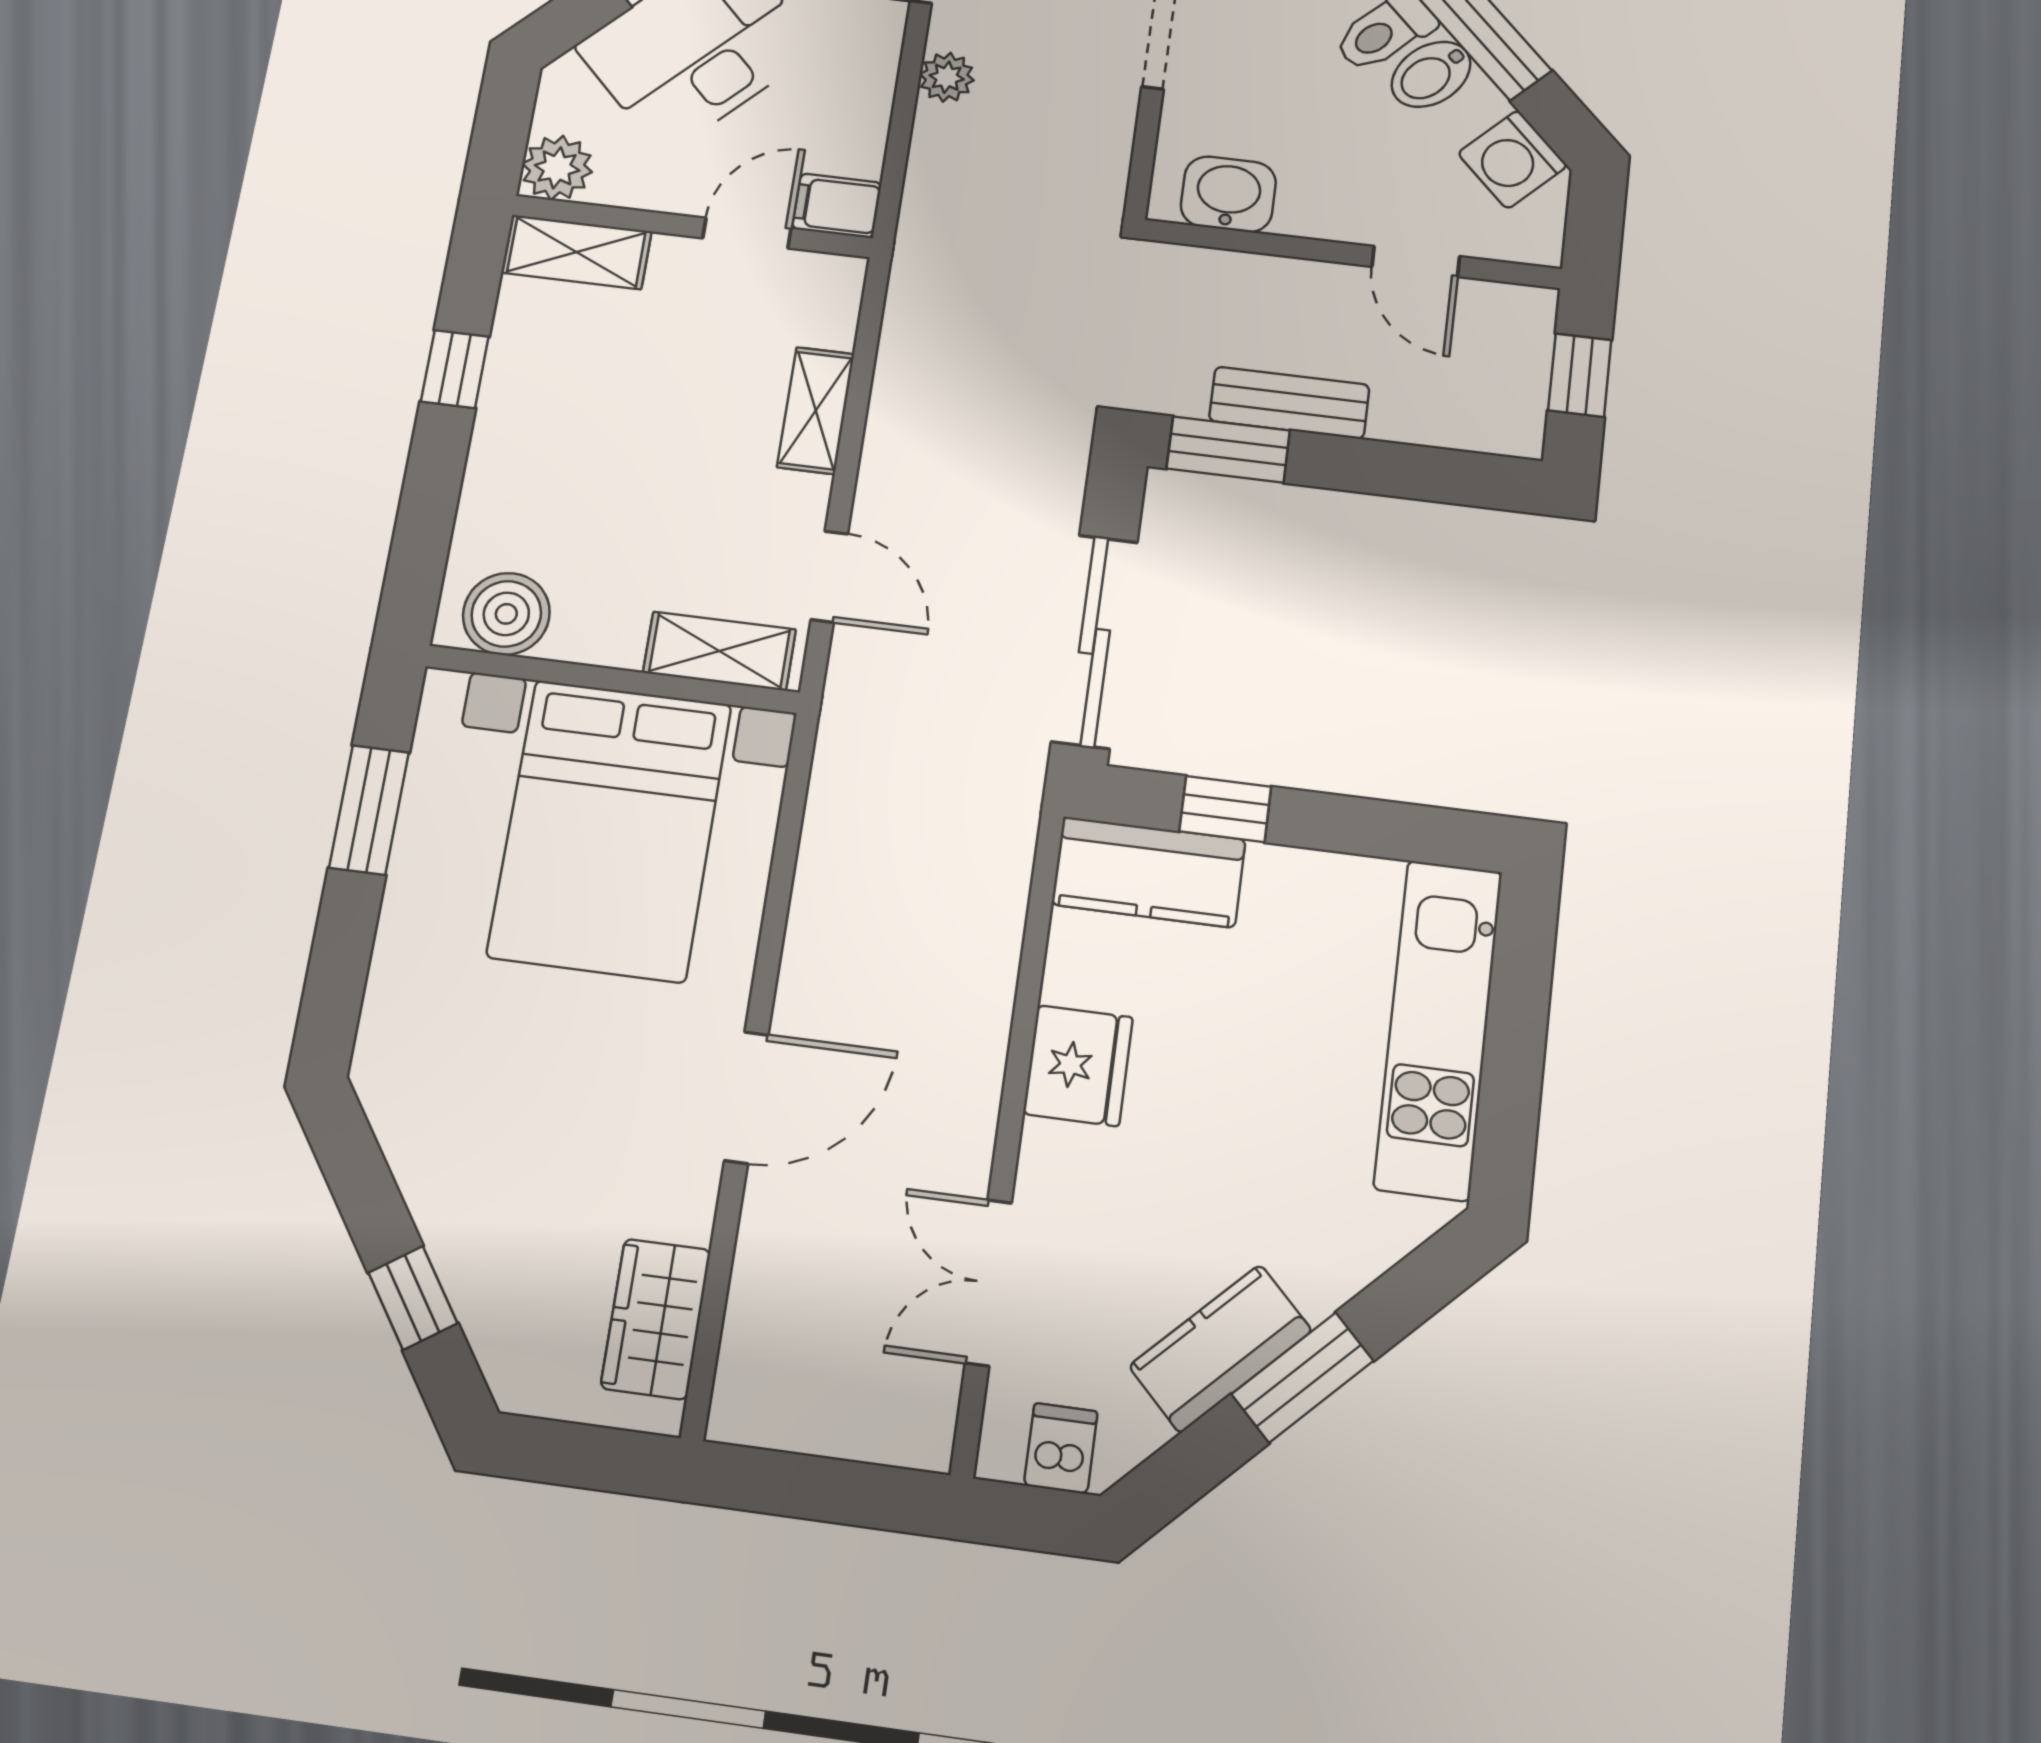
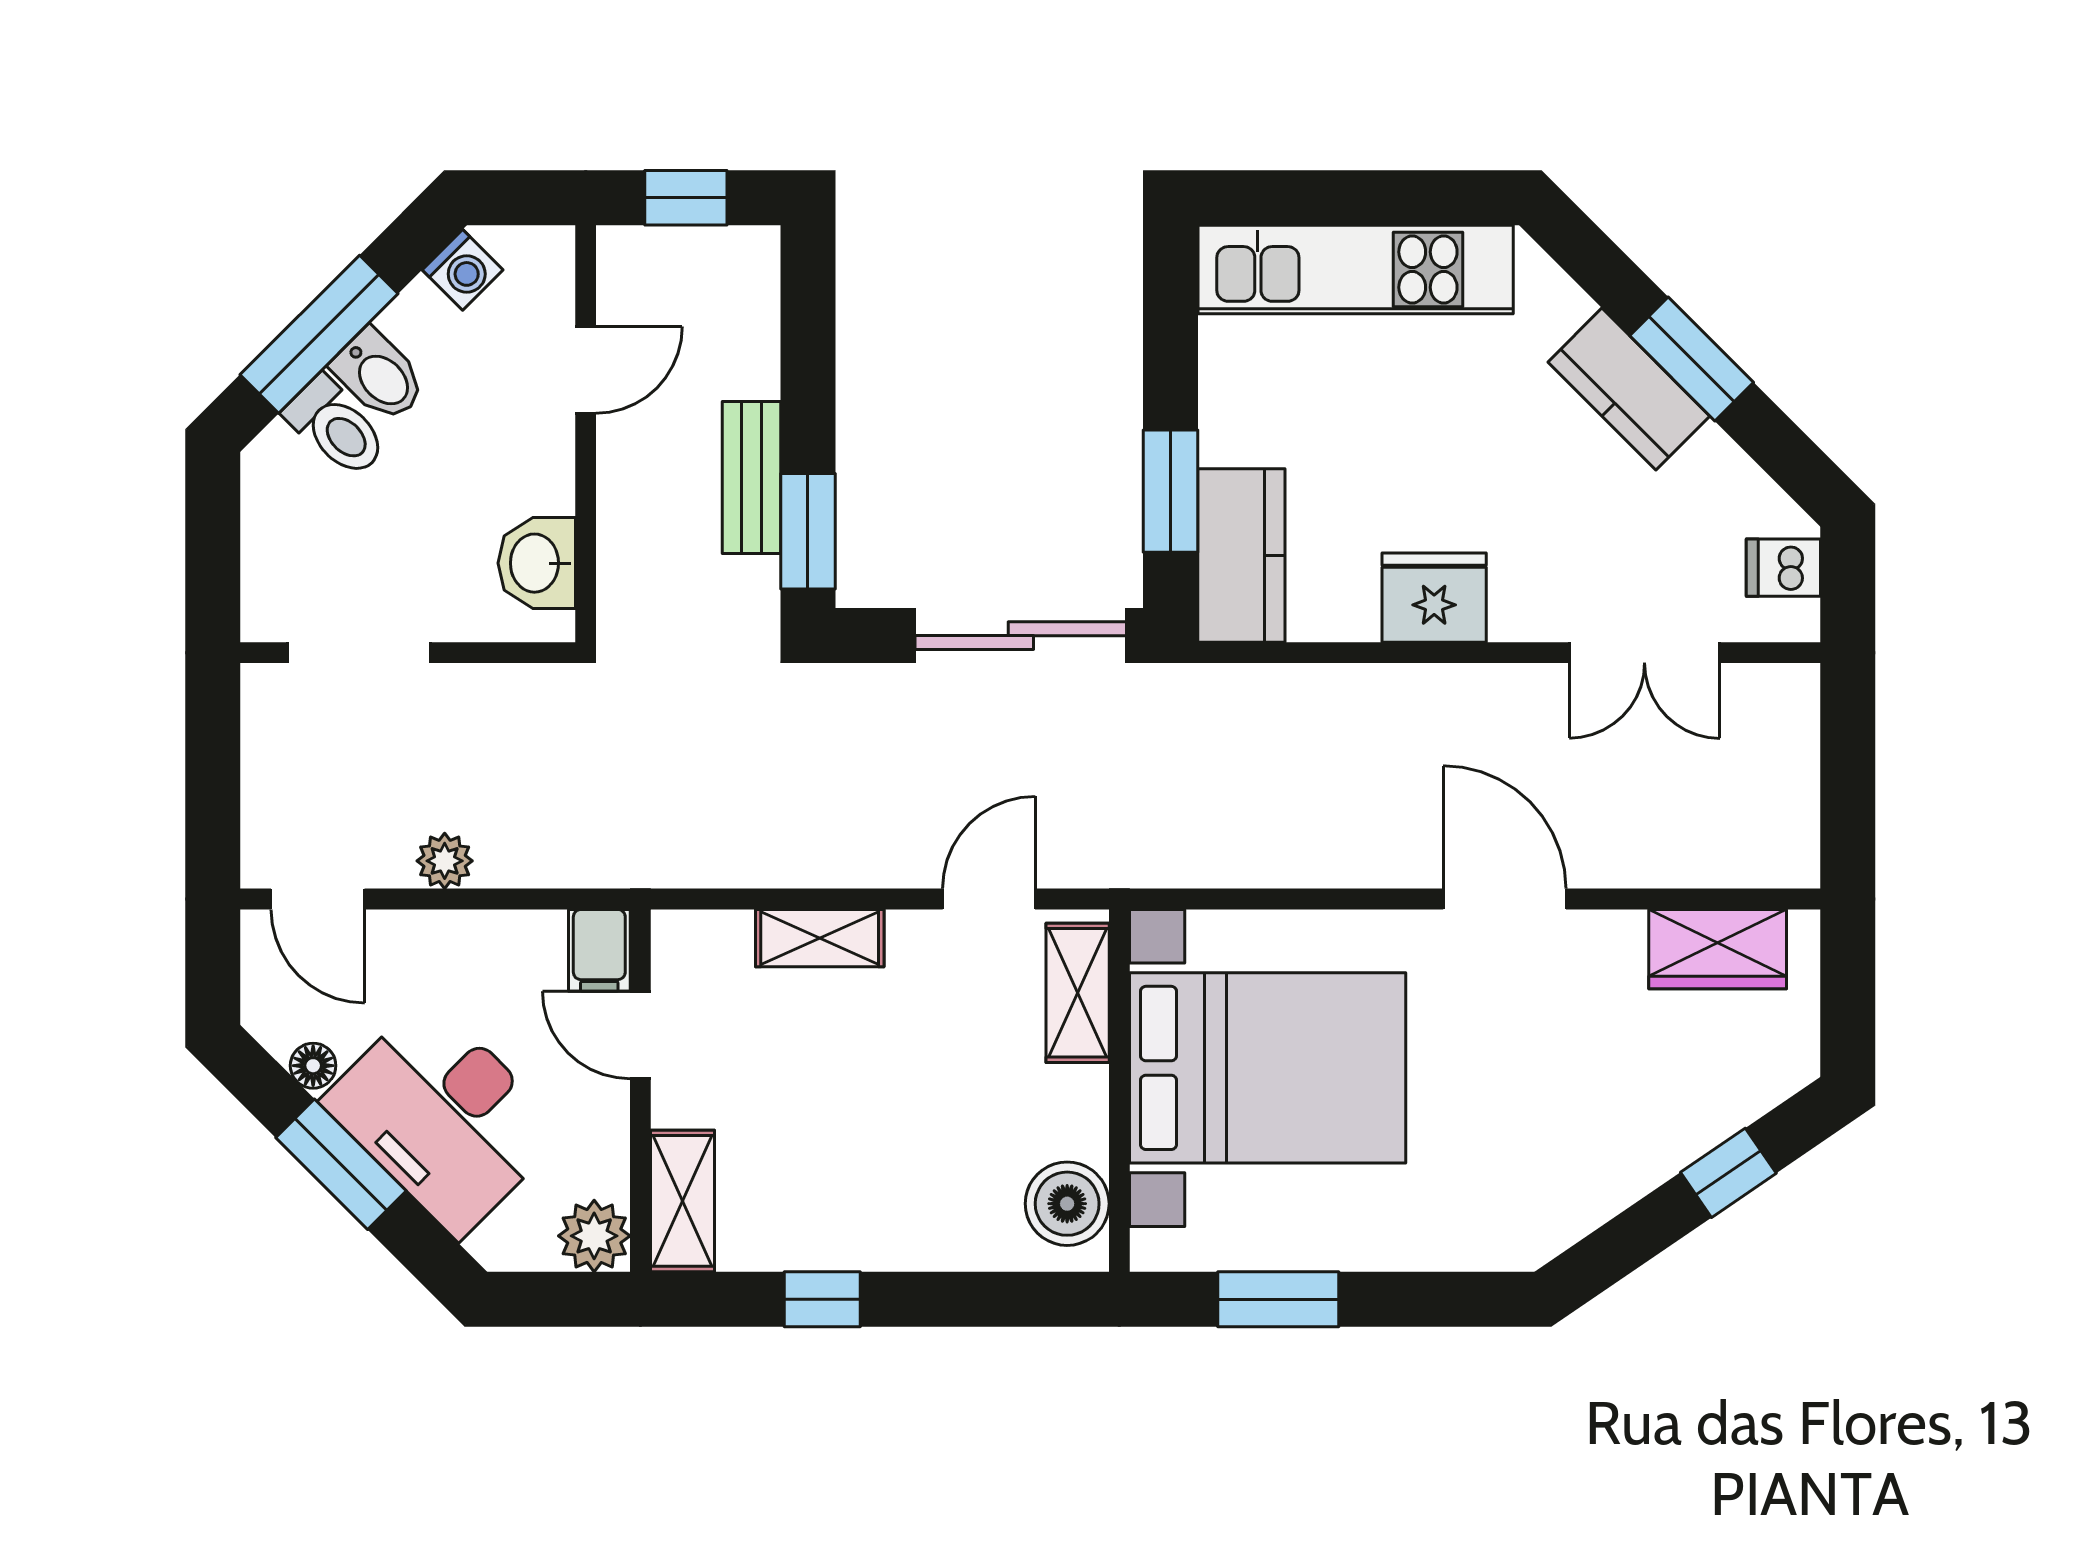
washing machine: (1512, 159) -> (463, 270), width x0.73, depth x0.73
window: (1225, 809) -> (1171, 491), width x1.50
kitchen counter: (1220, 1348) -> (1629, 389), moved

